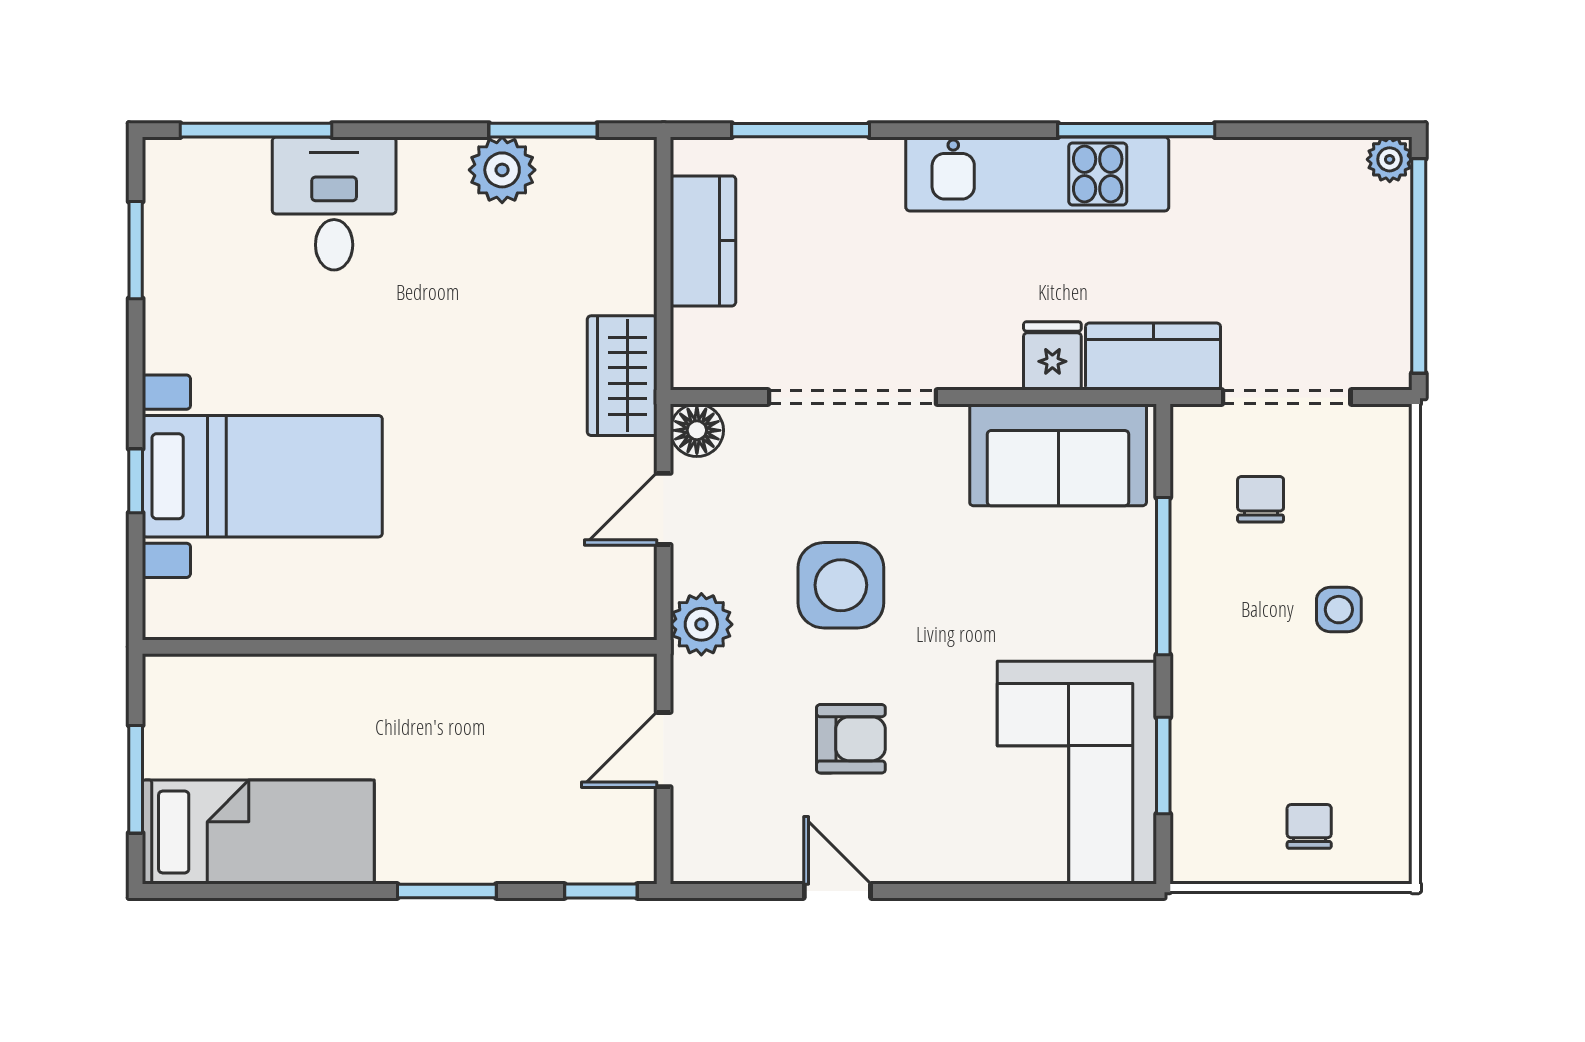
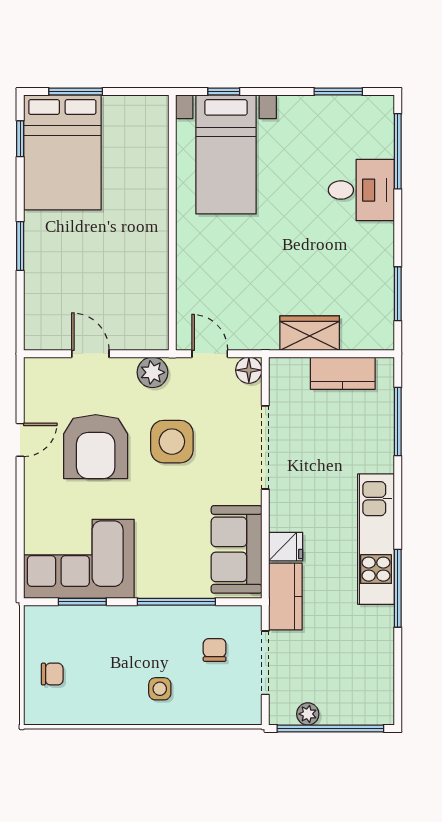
plant: (1390, 159) -> (308, 714), moved
plant: (502, 170) -> (378, 273), removed
wardrobe: (622, 376) -> (310, 333), moved
chair: (1261, 499) -> (215, 650), turned -90
wall: (400, 647) -> (172, 223), moved
armchair: (851, 739) -> (96, 447), width x1.88, depth x1.88
bed: (258, 832) -> (62, 152), width x1.50
window: (601, 891) -> (20, 139), moved

